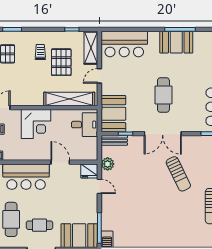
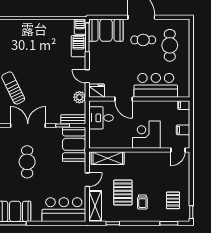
shelving: (69, 99) -> (108, 158), width x0.68
desk: (85, 125) -> (101, 118), moved
barbecue: (109, 219) -> (79, 46), added

